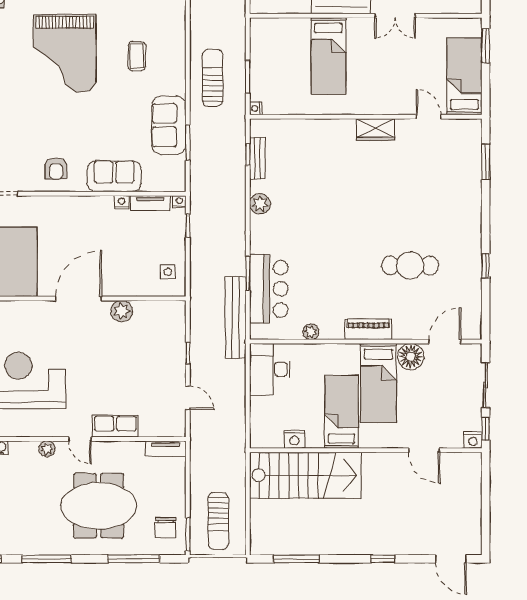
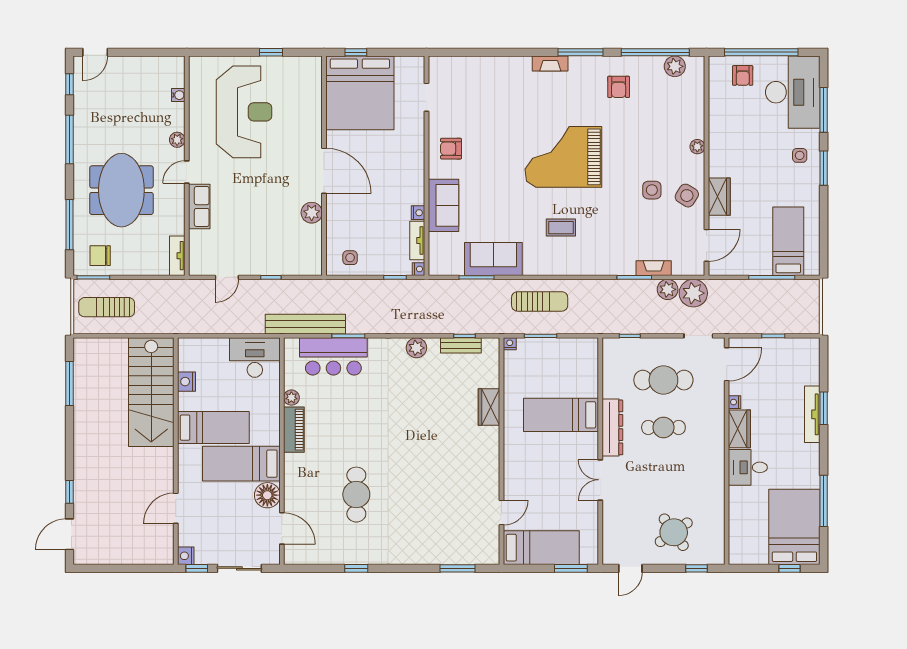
wardrobe: (376, 130) -> (489, 407), moved
piano: (368, 329) -> (294, 430), moved
window: (383, 559) -> (70, 492), moved

